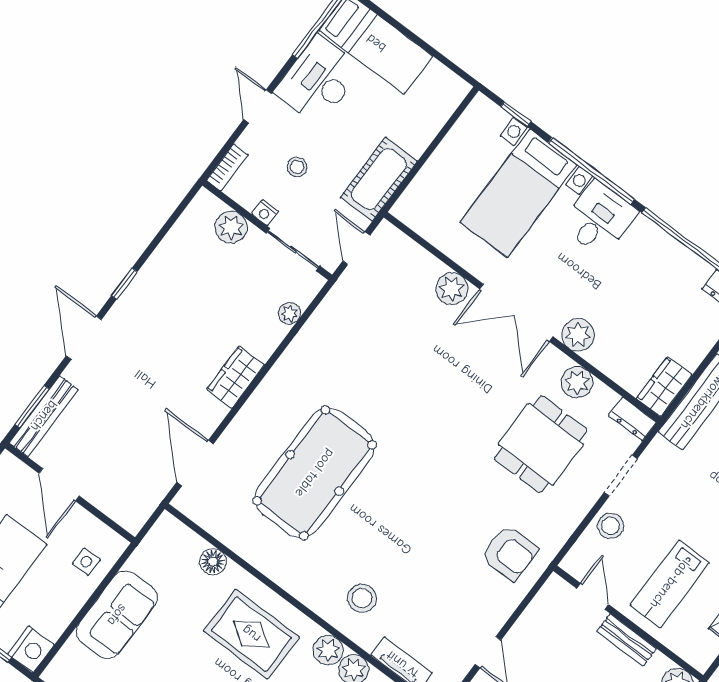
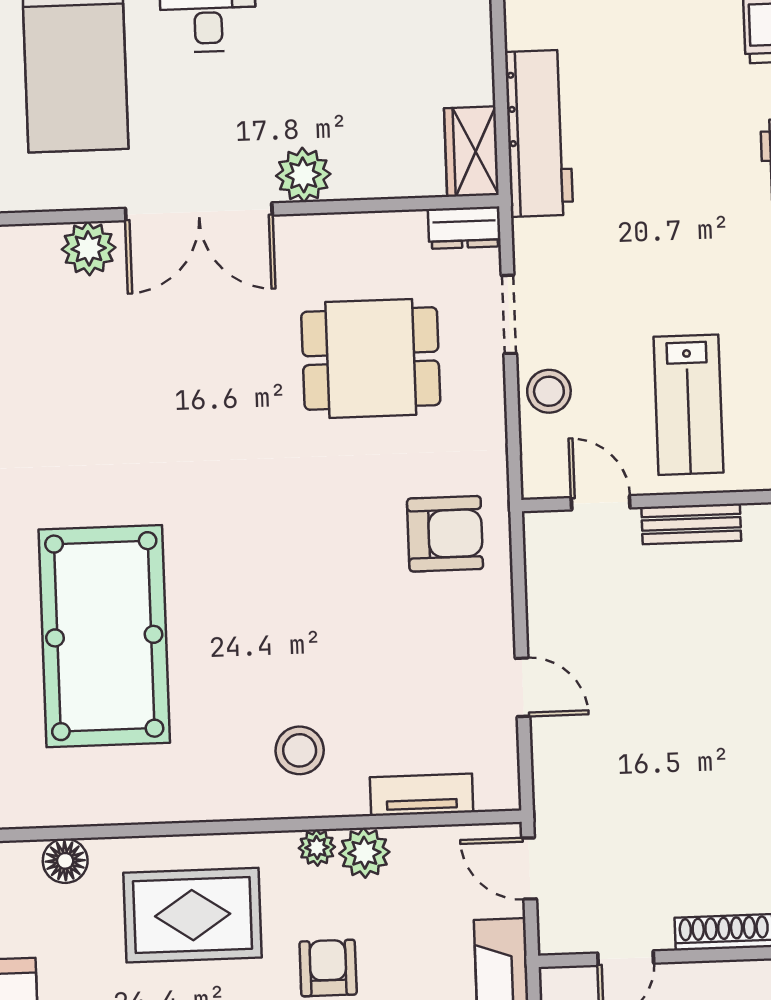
plant: (577, 382) -> (352, 238), removed
dining table: (541, 444) -> (371, 358), turned 90
plant: (328, 650) -> (317, 848), width x0.73, depth x0.73

